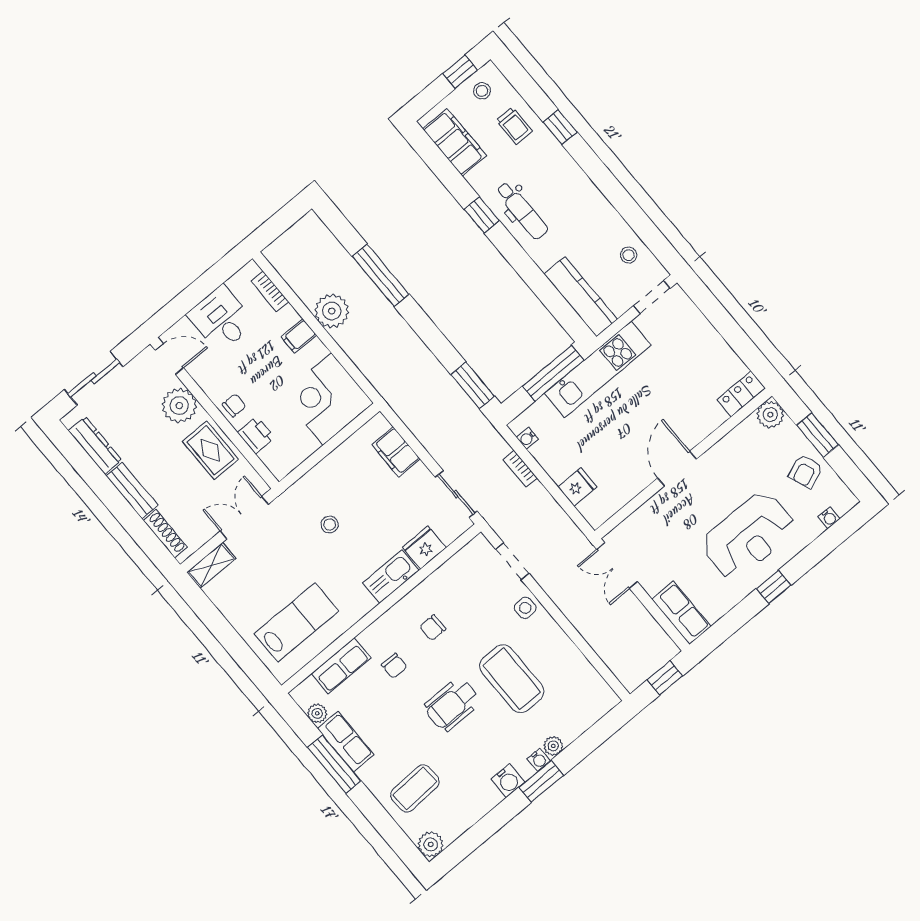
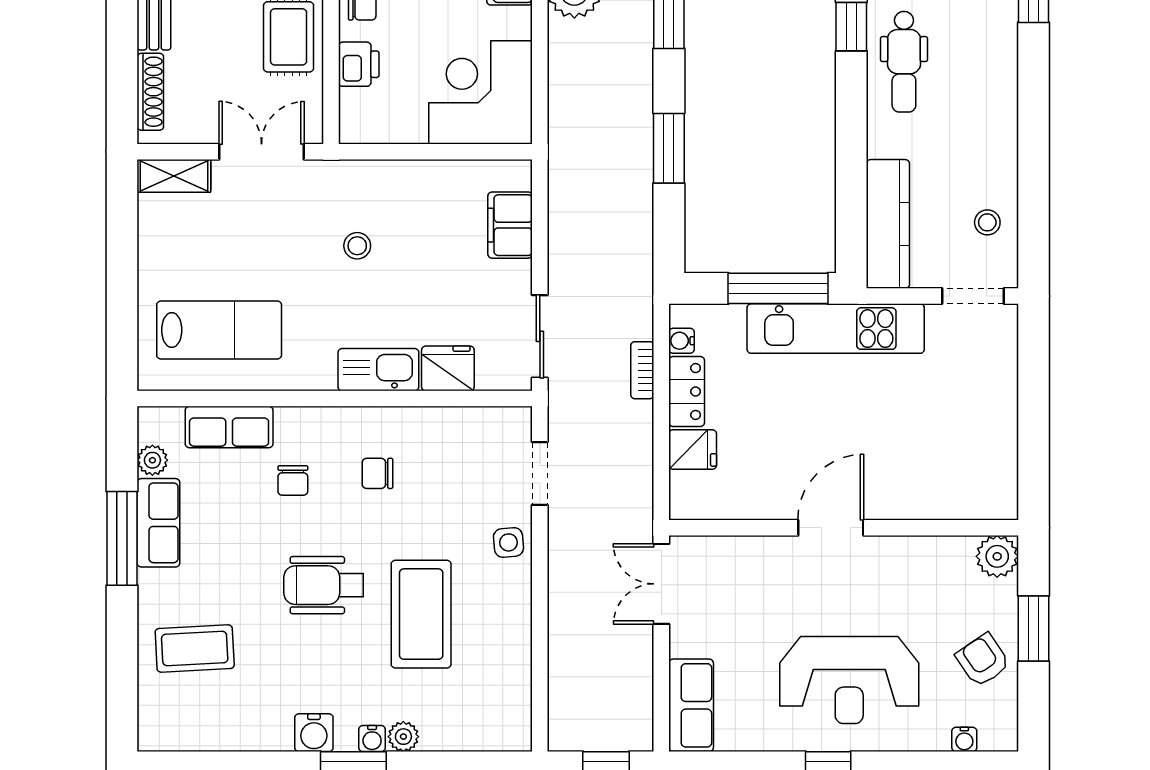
window: (473, 385) -> (669, 148), moved
locker: (741, 394) -> (687, 391), moved, turned 90
armchair: (806, 471) -> (983, 660), turned 78
plant: (431, 844) -> (157, 732), removed

